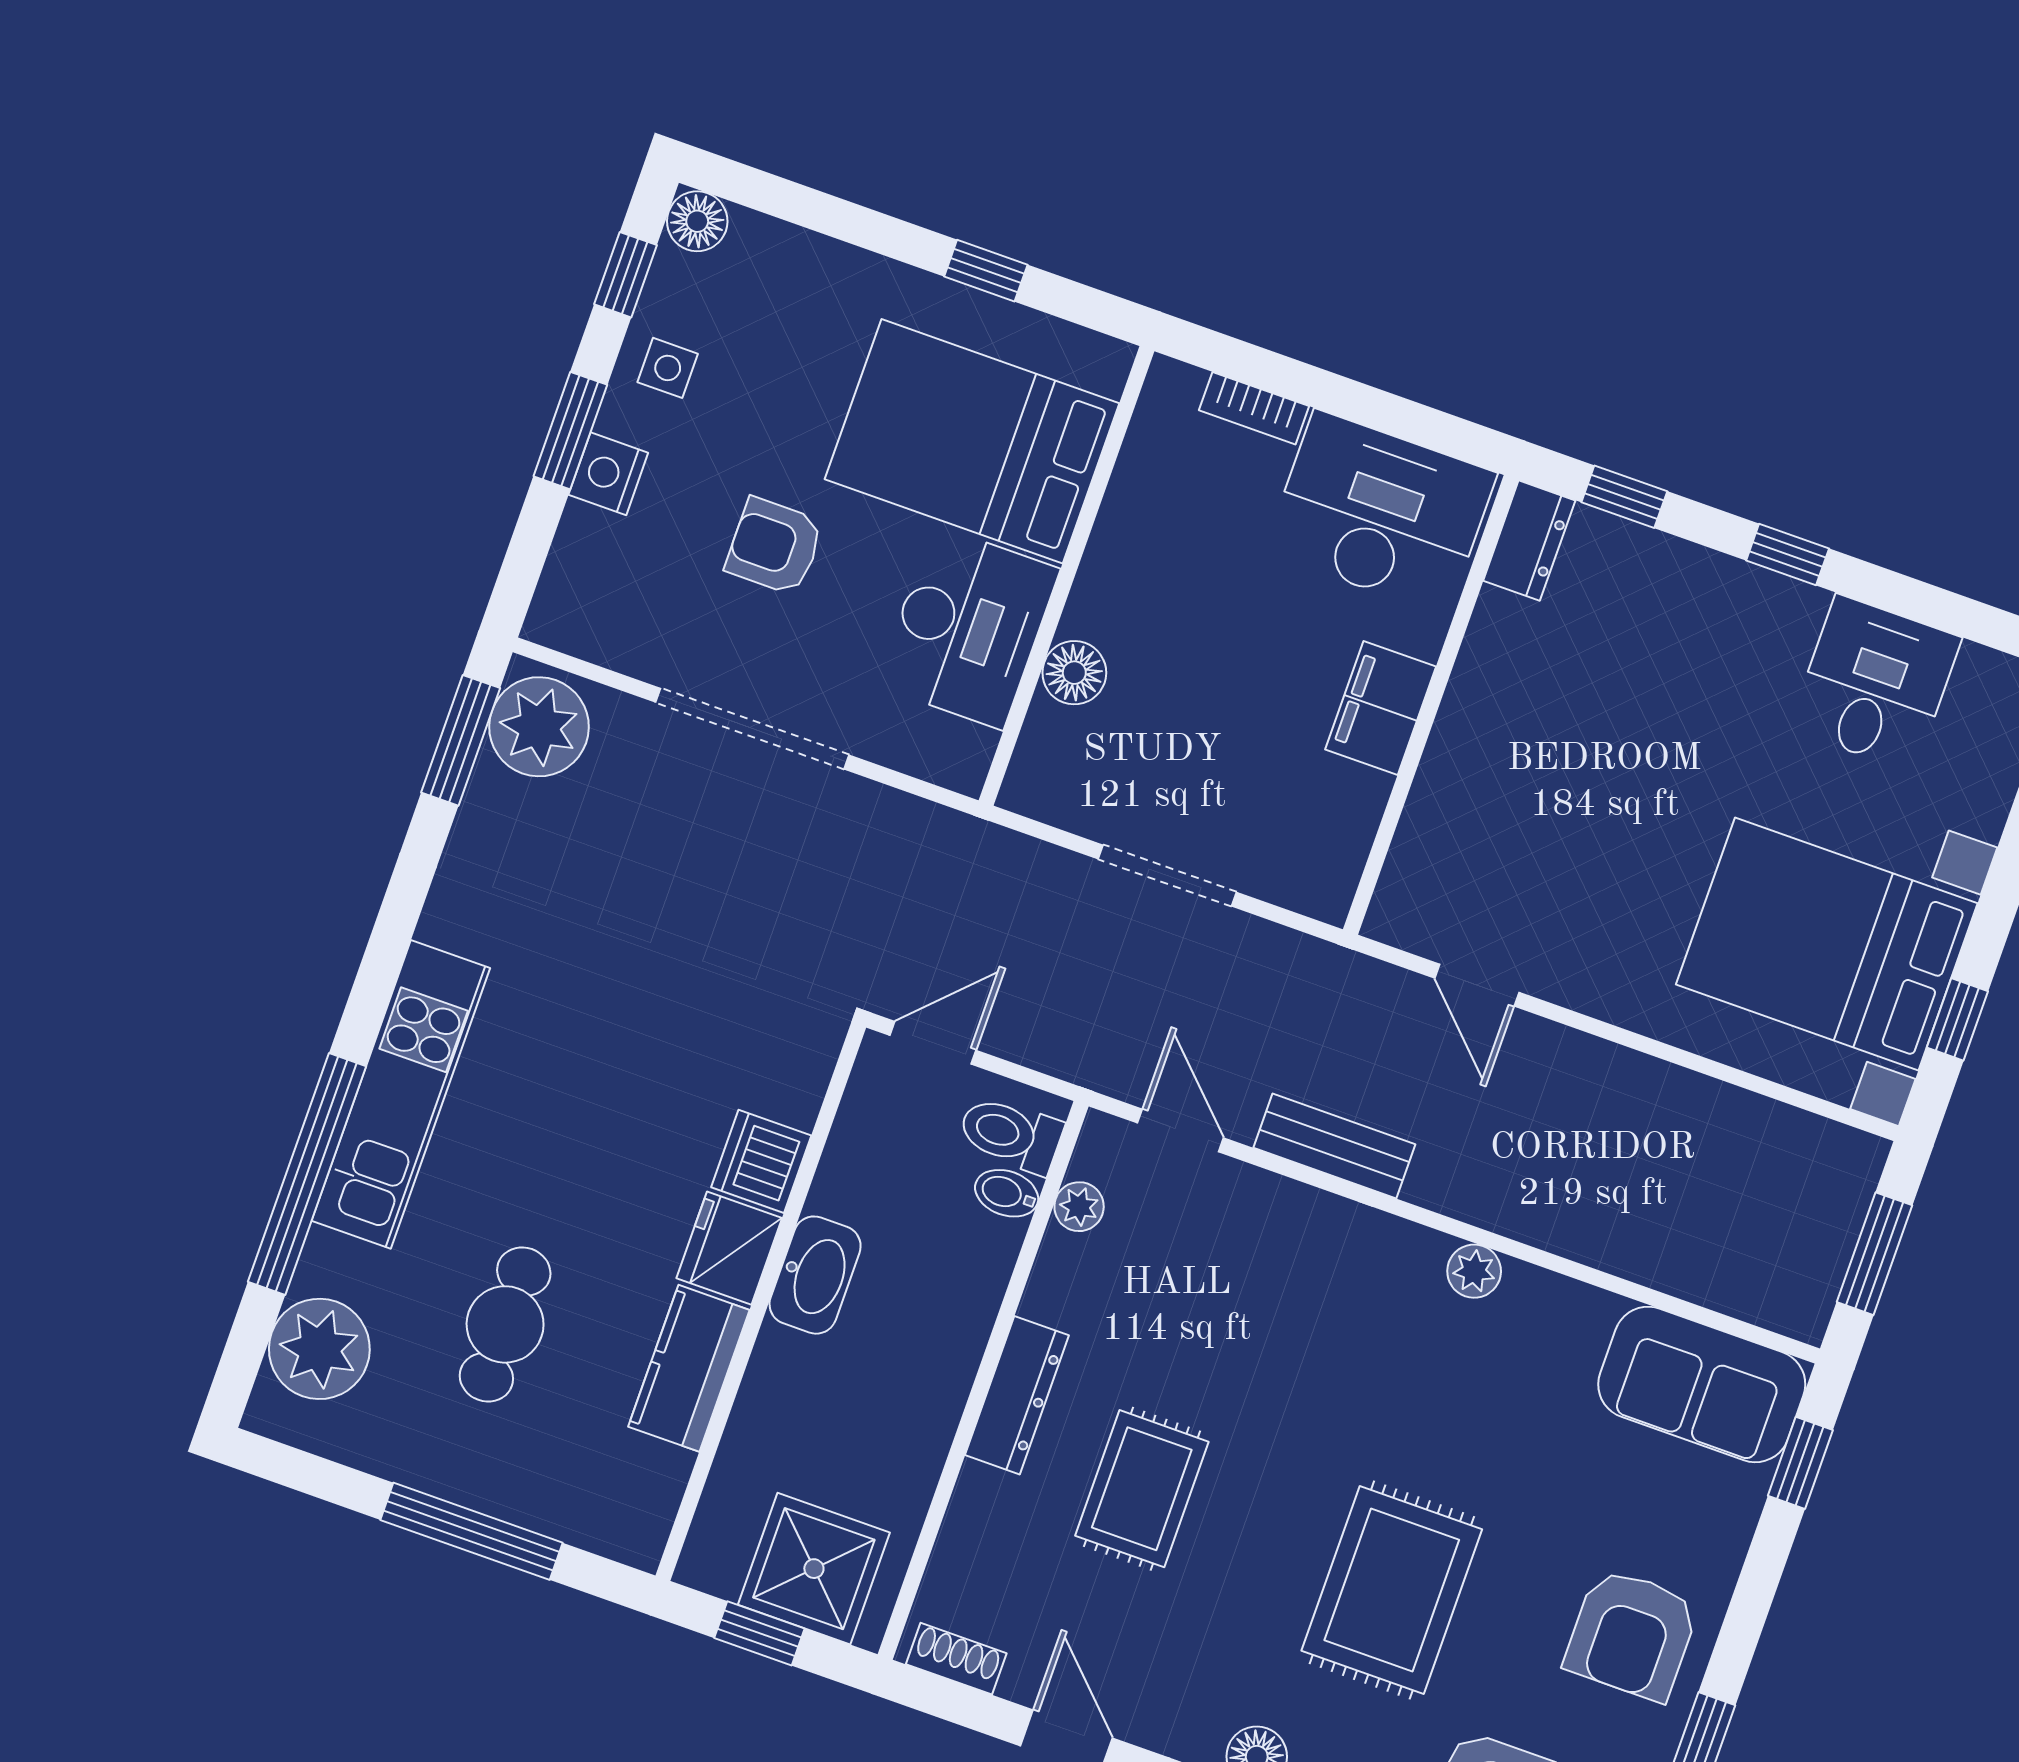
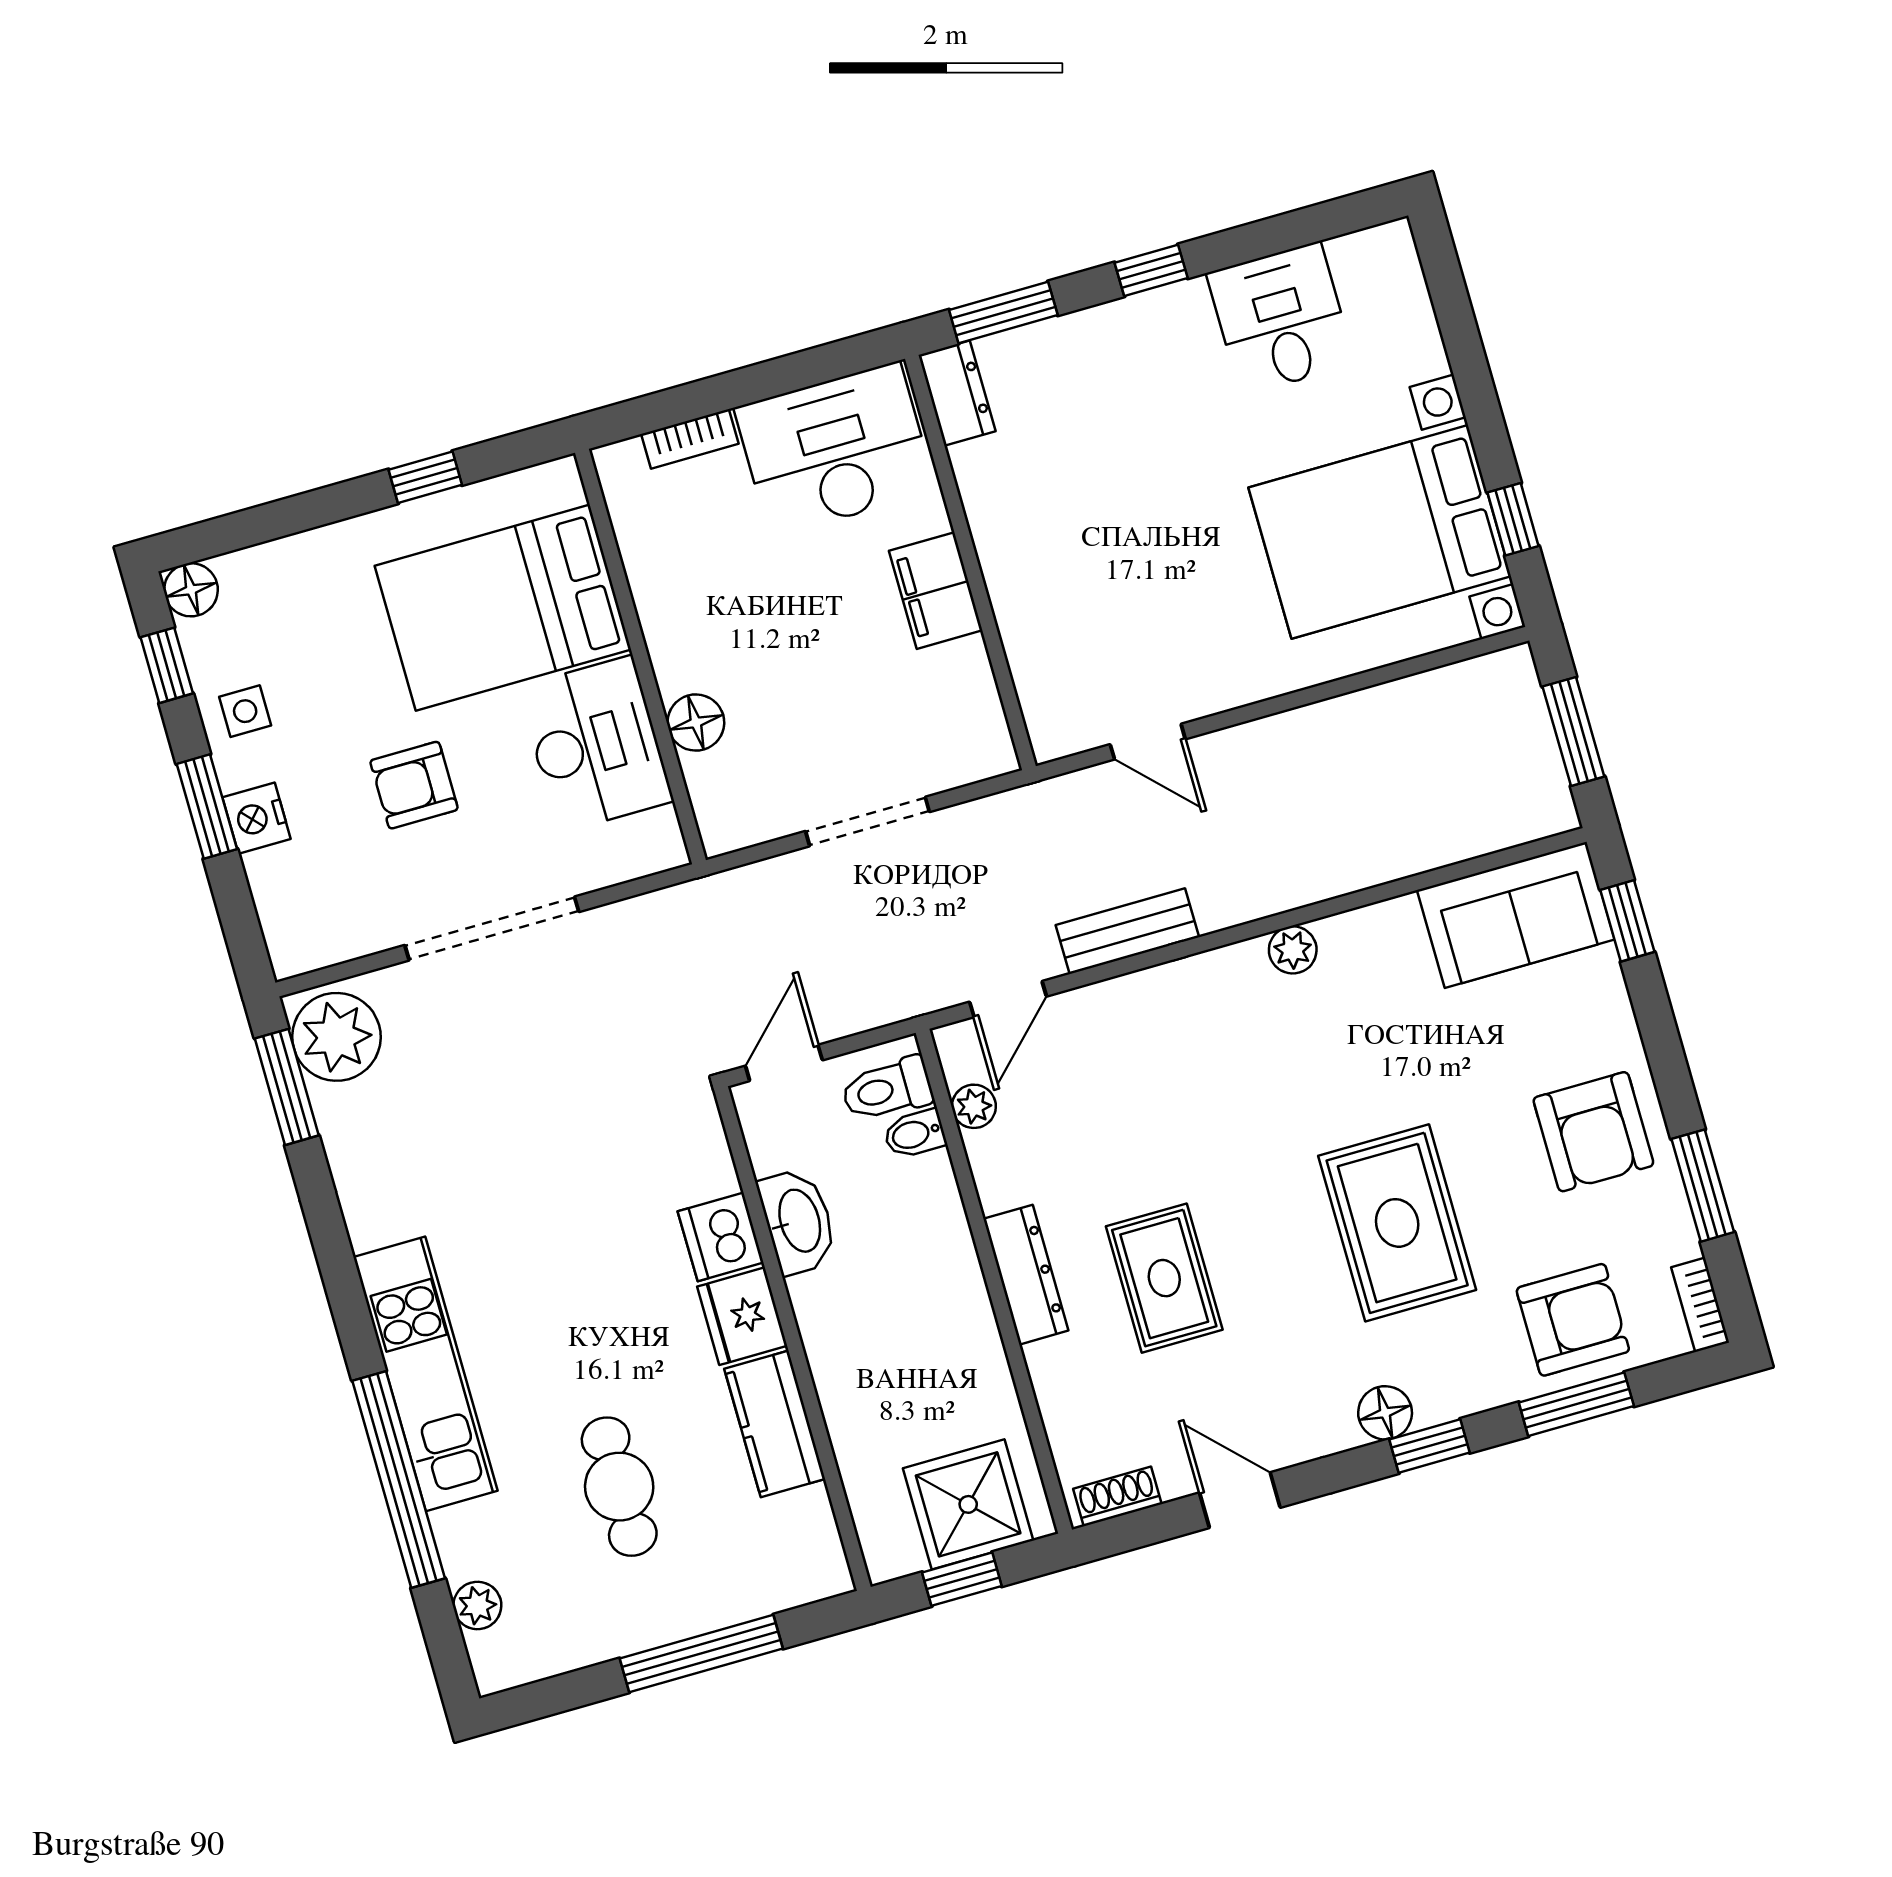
window: (1624, 497) -> (1003, 313), width x1.50
door: (1180, 1130) -> (1008, 999), swing flipped
washbasin: (815, 1275) -> (798, 1221), moved
plant: (319, 1349) -> (477, 1605), width x0.53, depth x0.53

